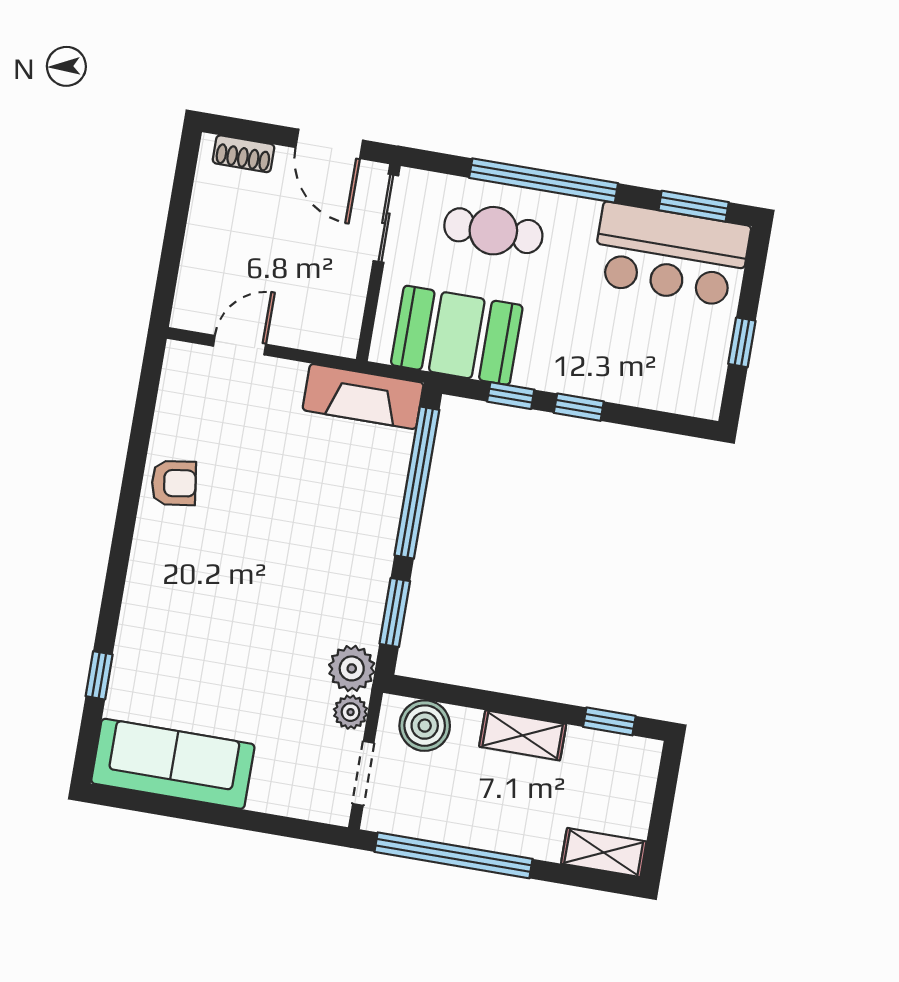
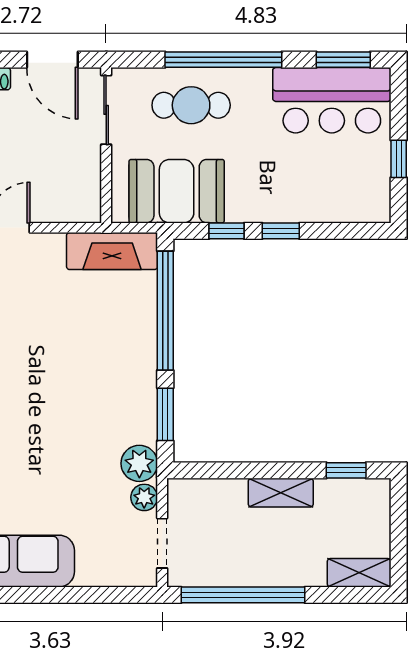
boiler: (425, 726) -> (203, 498), removed

